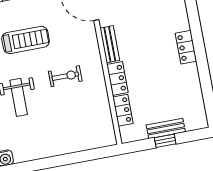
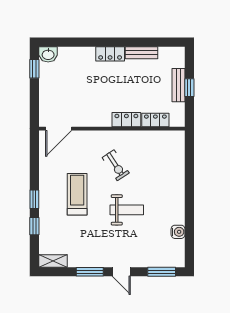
bench: (110, 44) -> (142, 53), moved
exercise bike: (65, 76) -> (116, 165), turned 147

